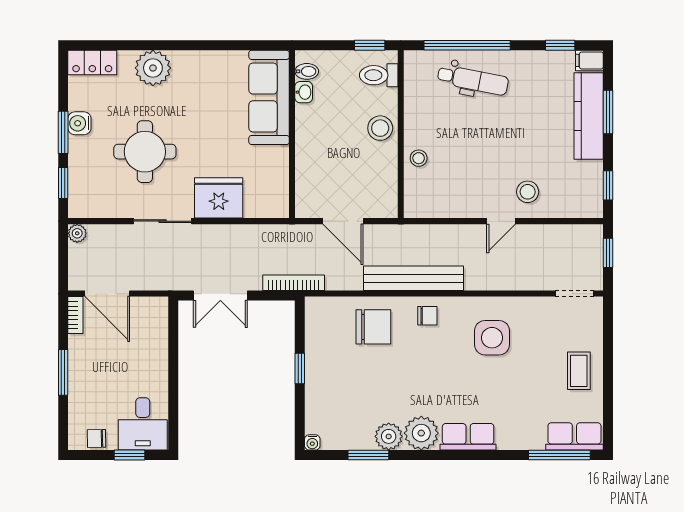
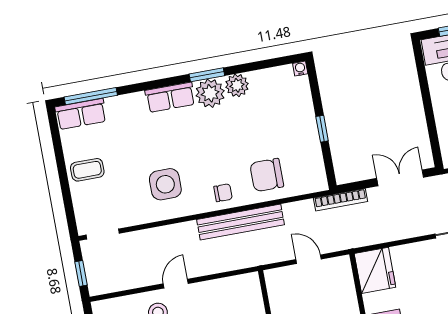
fridge: (219, 198) -> (375, 270), moved, turned -90
door: (343, 221) -> (309, 259), width x0.73
chair: (427, 316) -> (223, 193), turned 180
coffee table: (579, 371) -> (87, 170), turned 90
window: (368, 455) -> (207, 75), moved

